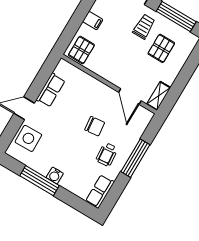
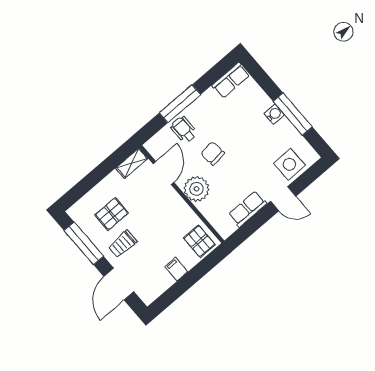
pallet: (81, 50) -> (199, 241), turned 90
plant: (98, 92) -> (196, 189), added
wheelchair: (107, 154) -> (184, 130), moved, turned -85

